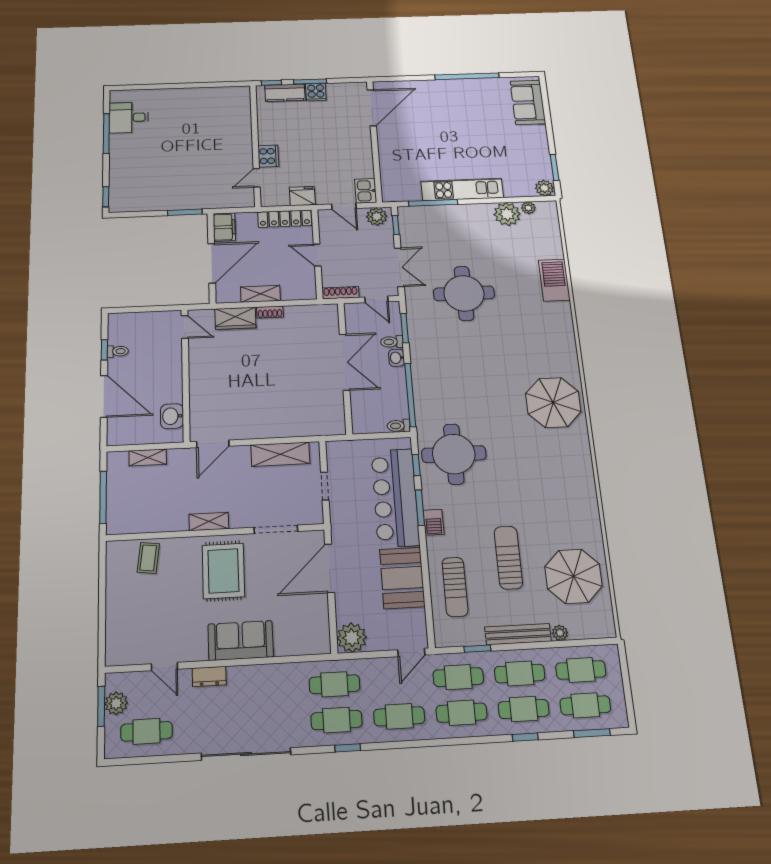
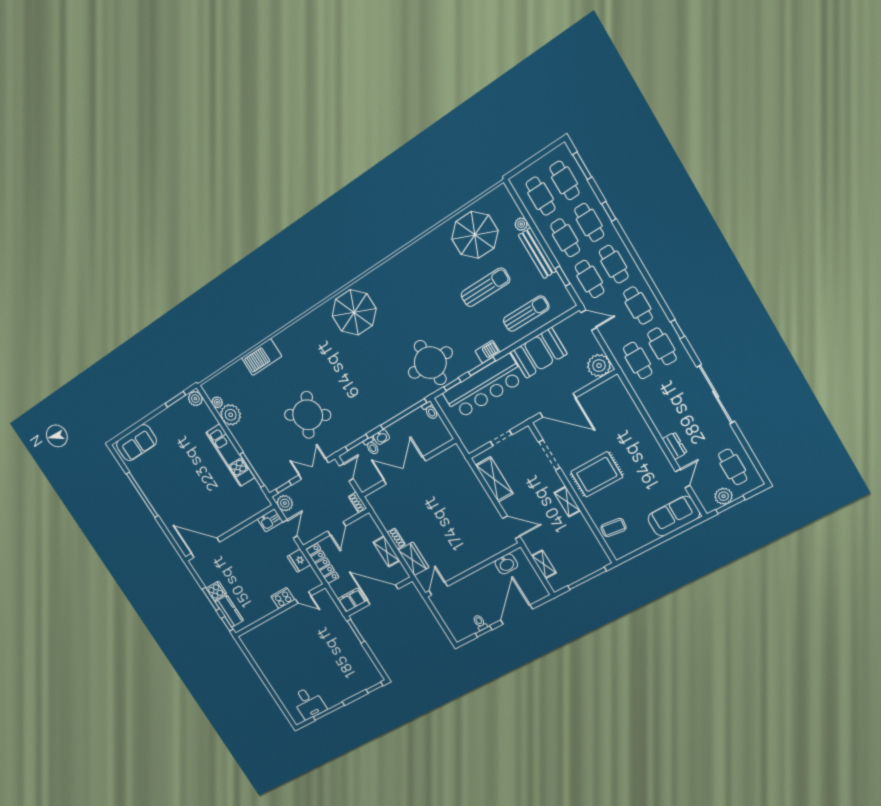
shoe rack: (341, 293) -> (358, 502), width x0.70
round table: (464, 293) -> (308, 415), turned 31
sun lounger: (508, 558) -> (485, 287), turned 180
sofa: (241, 640) -> (674, 516), moved, turned 90

